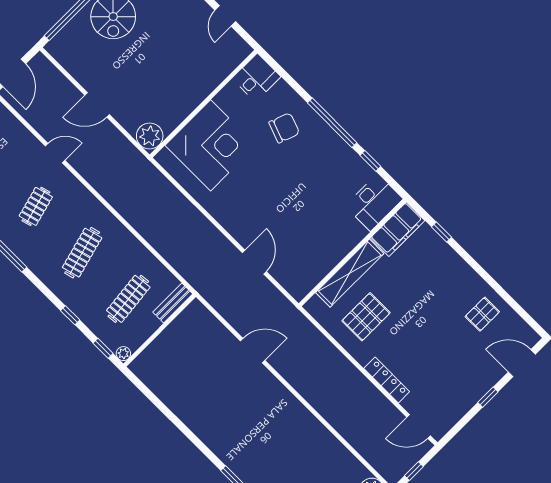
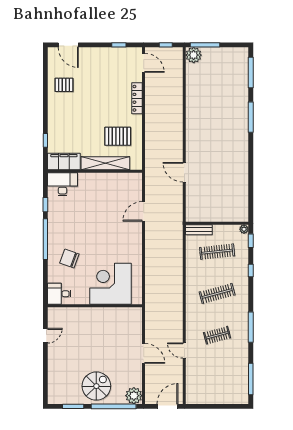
plant: (150, 136) -> (134, 396), moved
window: (488, 397) -> (119, 45), moved

